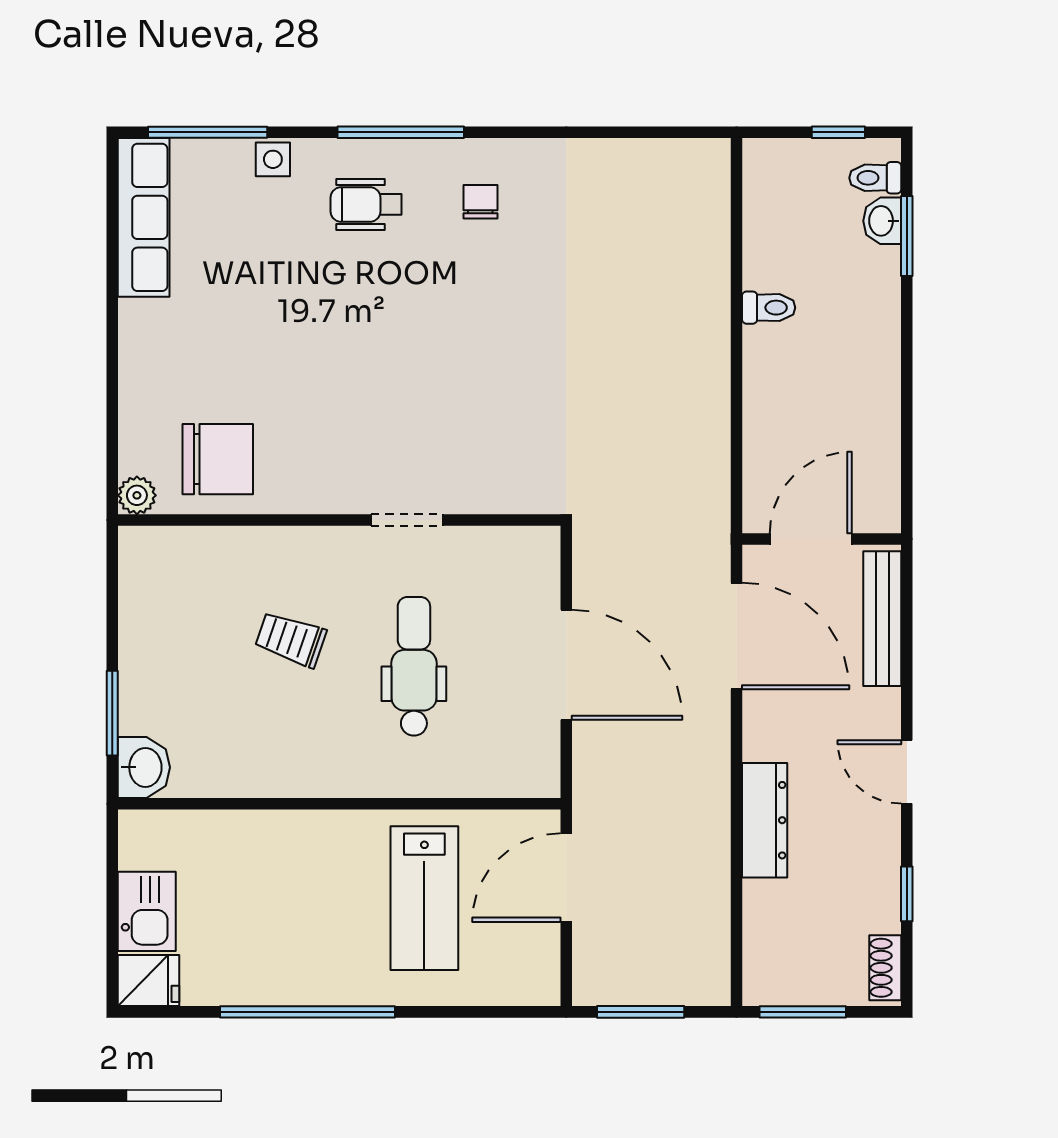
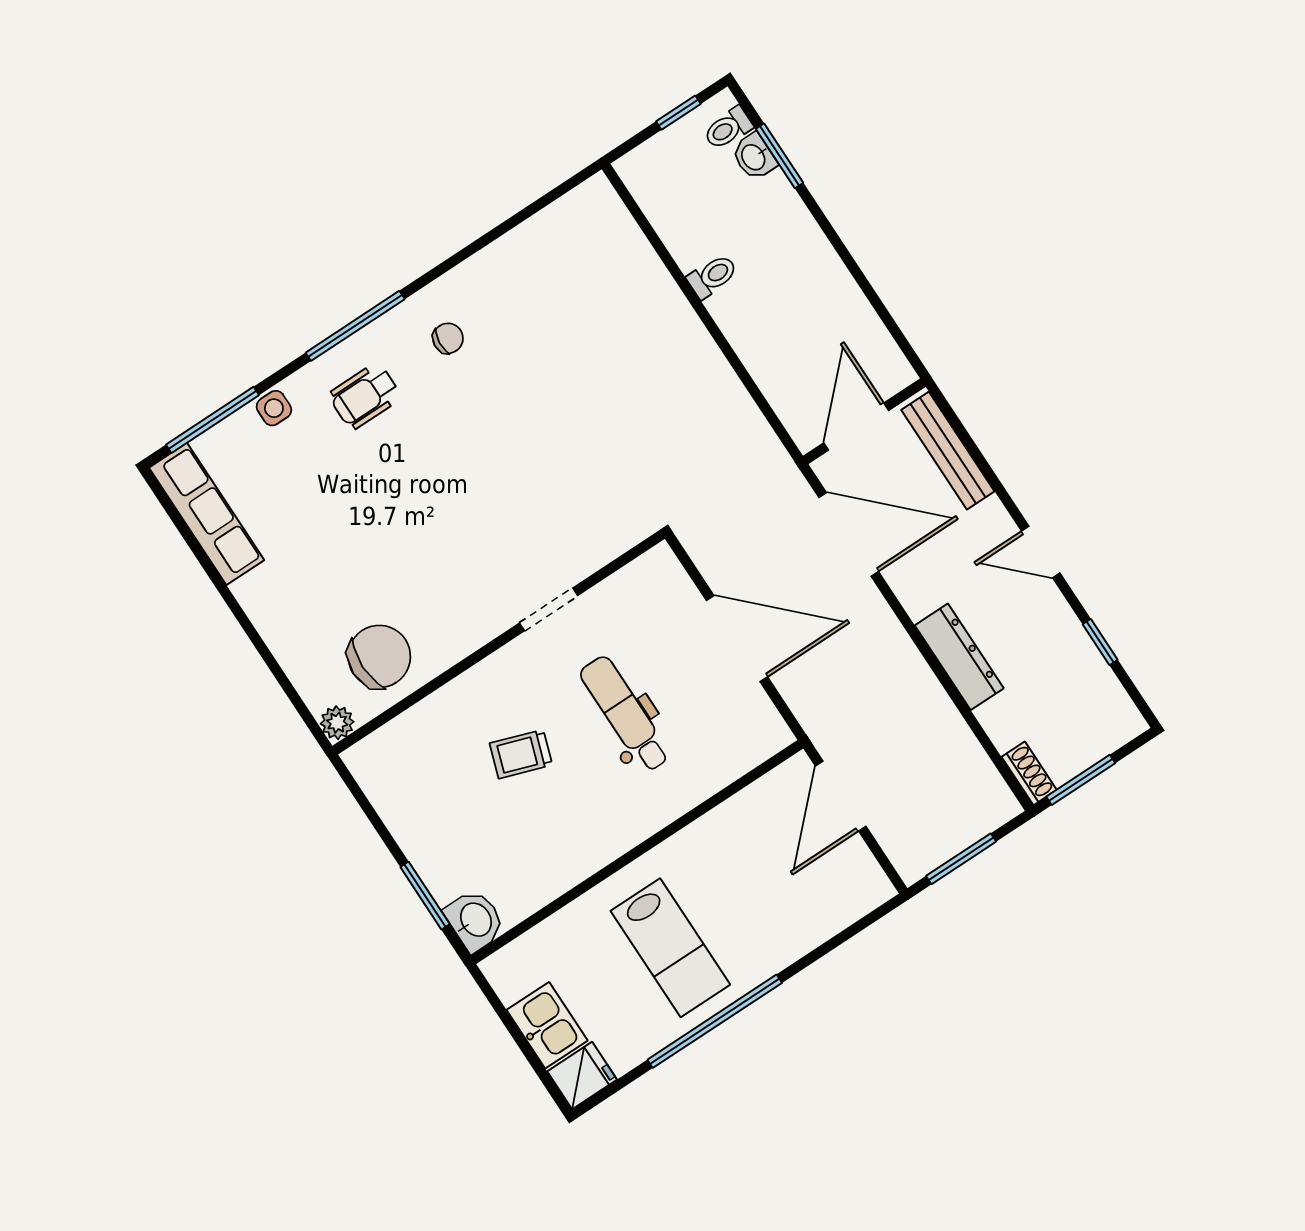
chair: (480, 202) -> (448, 338), turned 95
lab bench: (424, 898) -> (670, 948), moved
shoe rack: (885, 968) -> (1029, 773), moved, turned 180

